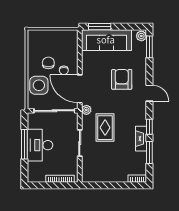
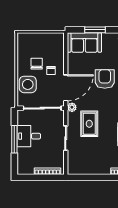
window: (100, 27) -> (95, 30), moved
sofa: (106, 40) -> (84, 43), width x0.73
door: (80, 89) -> (66, 88), swing flipped
desk: (40, 145) -> (29, 136), width x0.73

